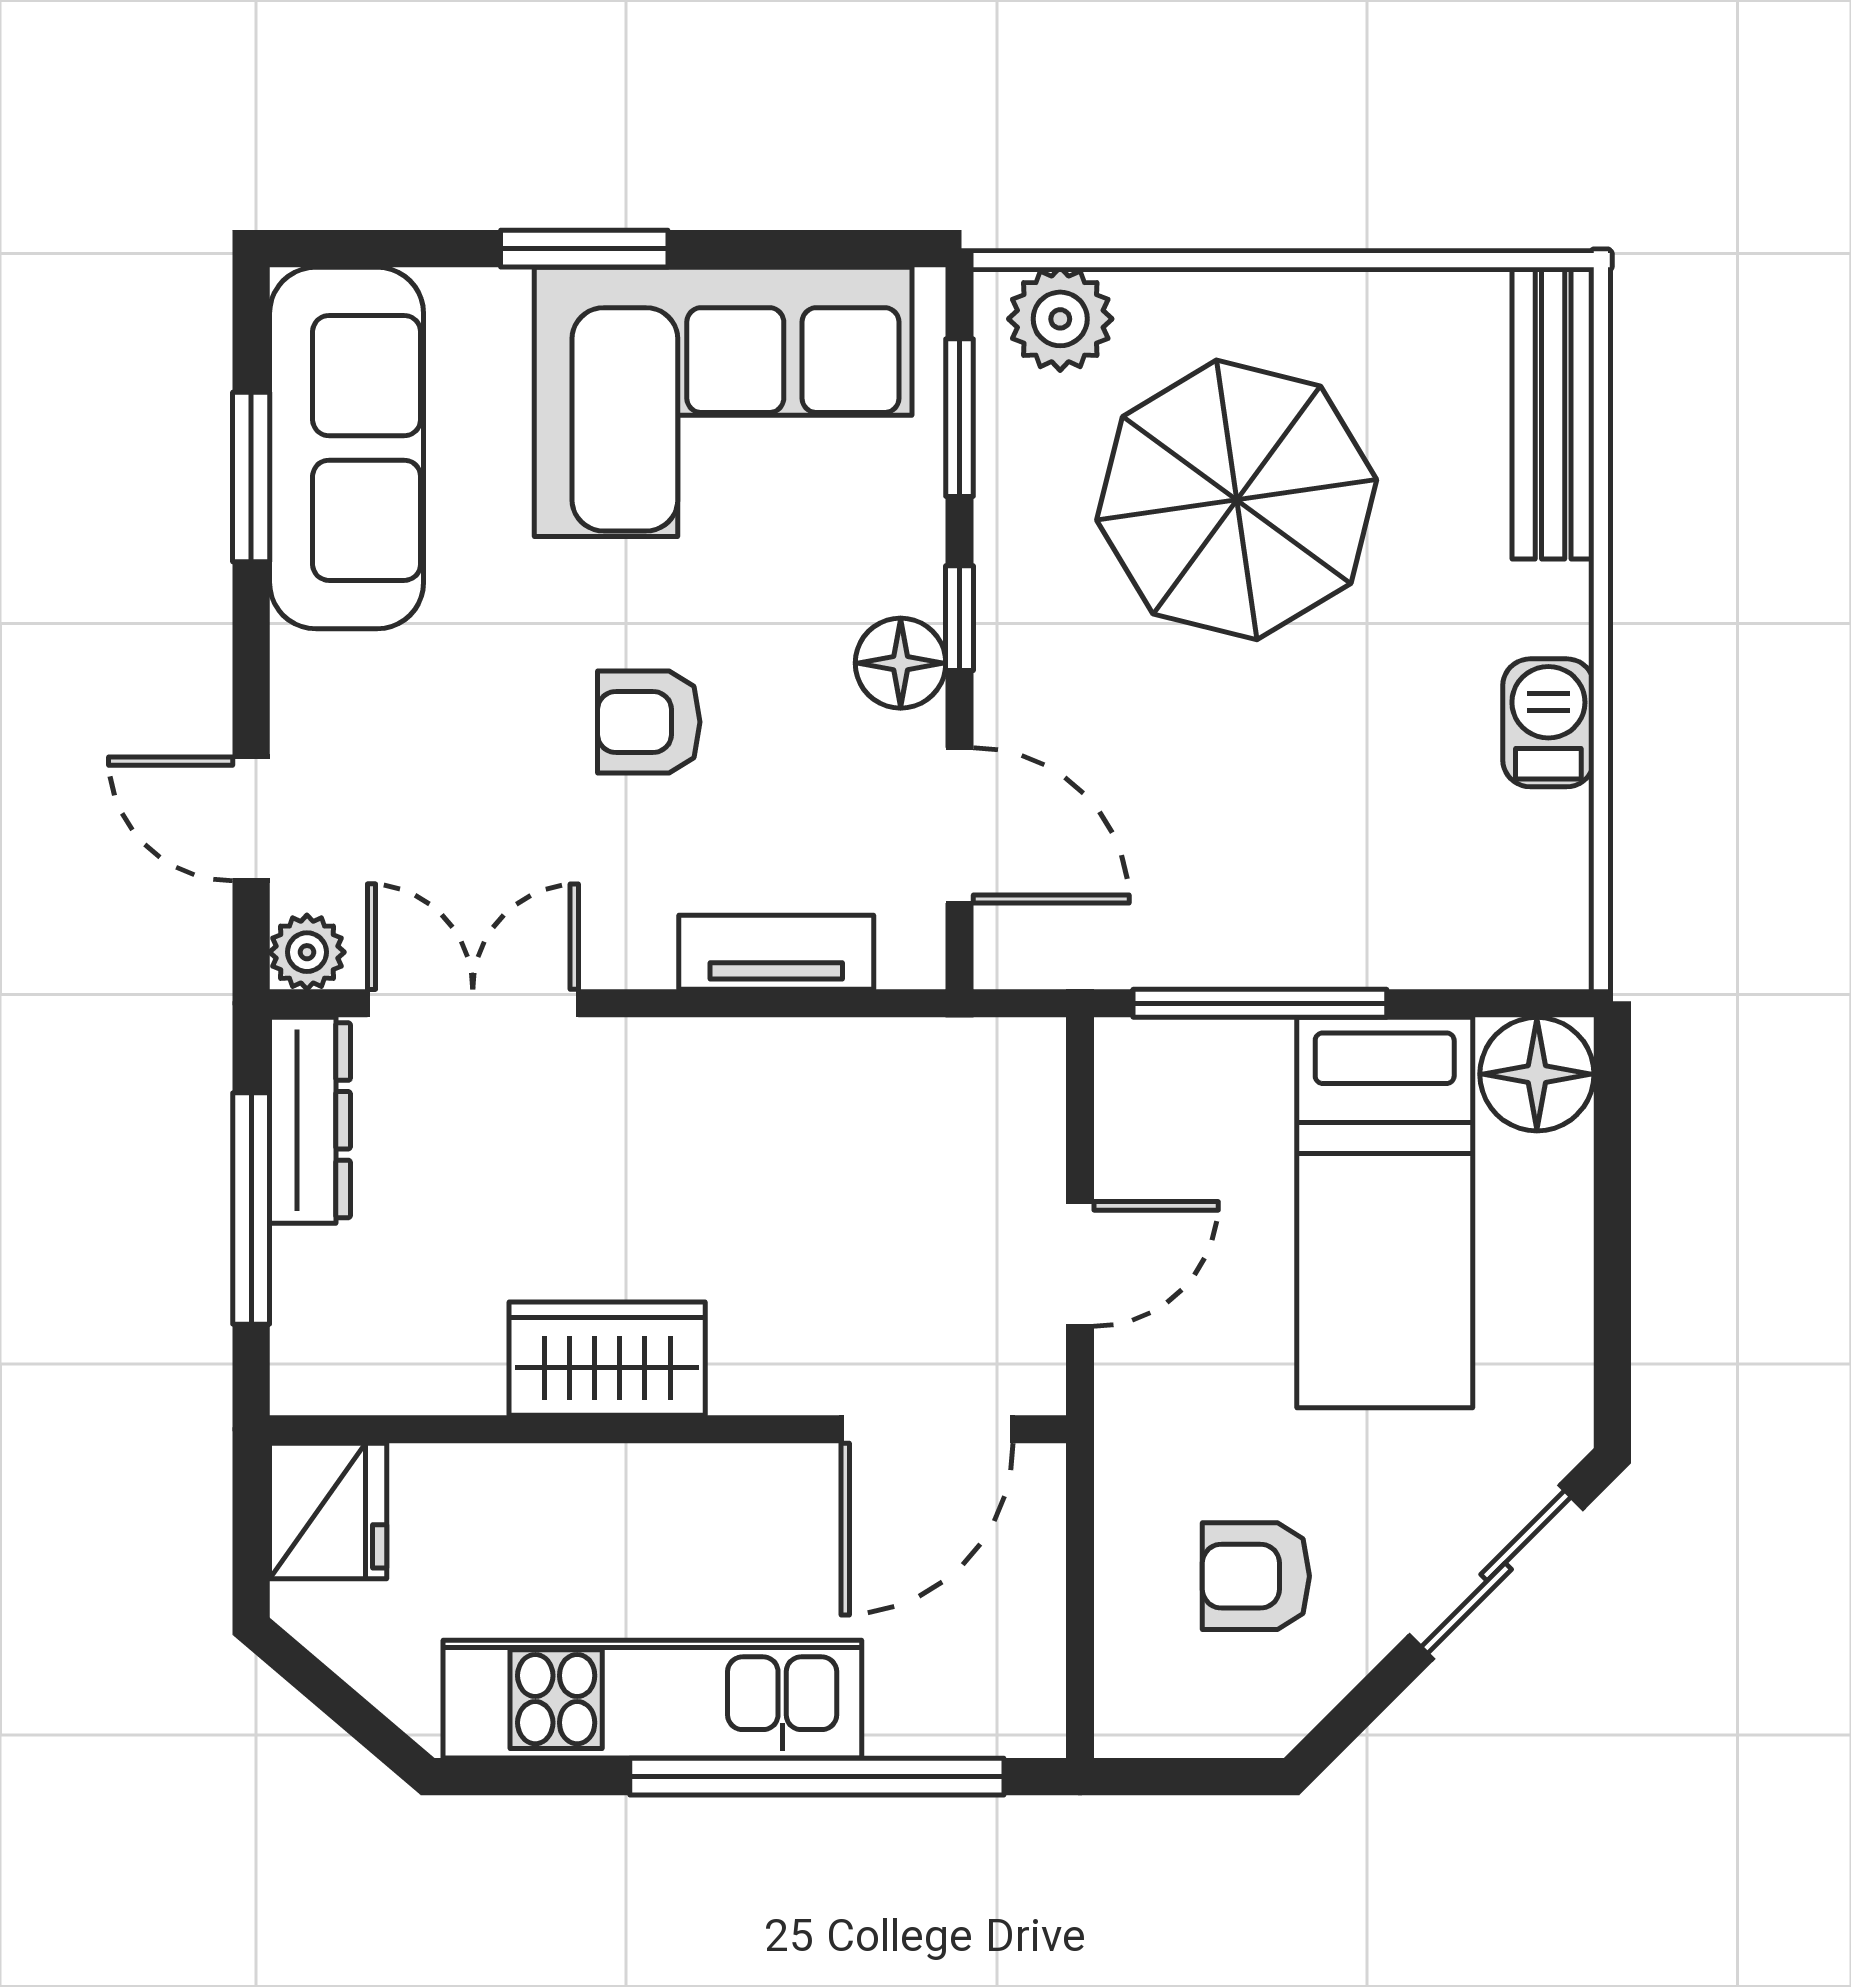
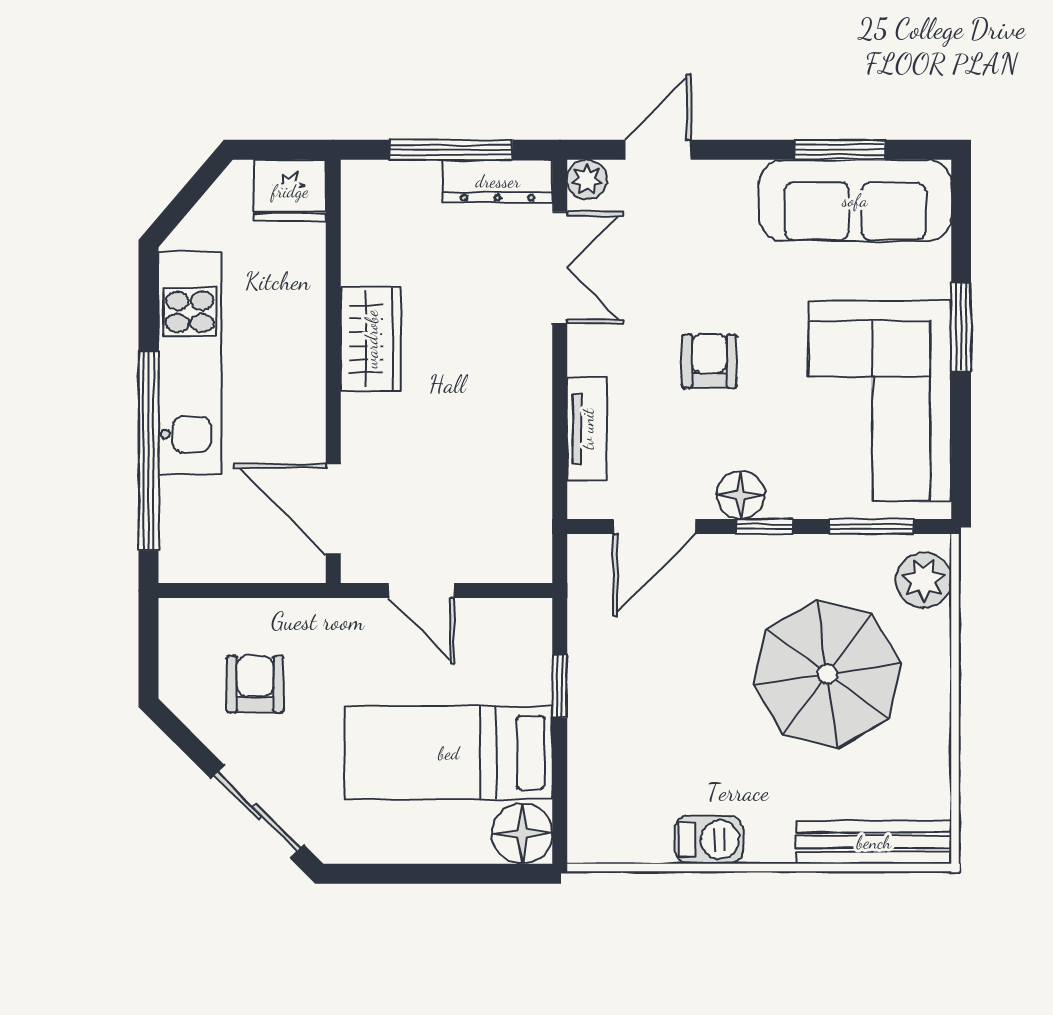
window: (1260, 1003) -> (560, 686), width x0.46

